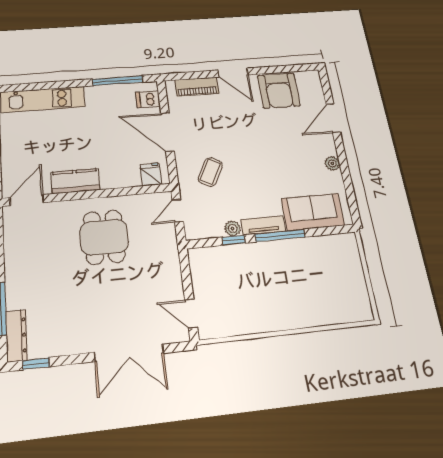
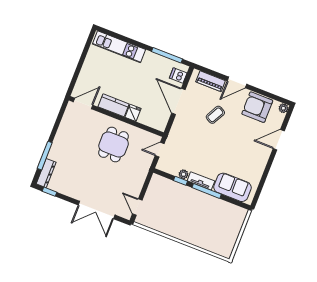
door: (233, 73) -> (237, 82), hinge flipped
armchair: (279, 91) -> (257, 107), turned 90
plant: (332, 163) -> (283, 108), moved
coffee table: (210, 172) -> (215, 115), moved
fridge: (151, 175) -> (133, 113), moved

